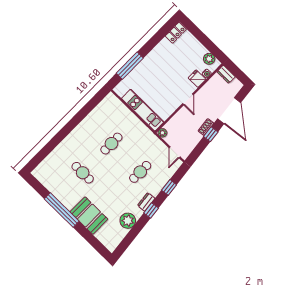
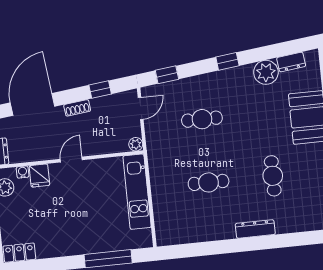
window: (211, 134) -> (100, 89), moved
dresser: (70, 140) -> (255, 229), added
window: (169, 187) -> (167, 75), moved
dresser: (146, 202) -> (291, 62), moved

